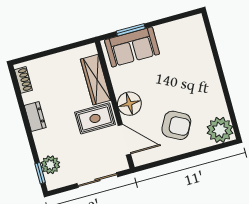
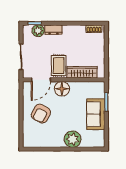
sofa: (132, 47) -> (96, 114), moved
dresser: (35, 117) -> (53, 30), moved
plant: (220, 130) -> (73, 139), moved

